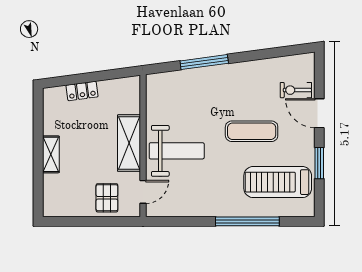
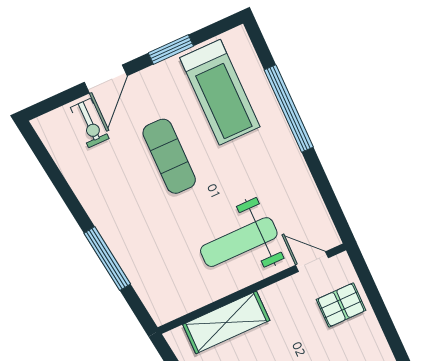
shelving: (129, 143) -> (226, 322), moved
weight bench: (177, 151) -> (239, 242), turned -90

